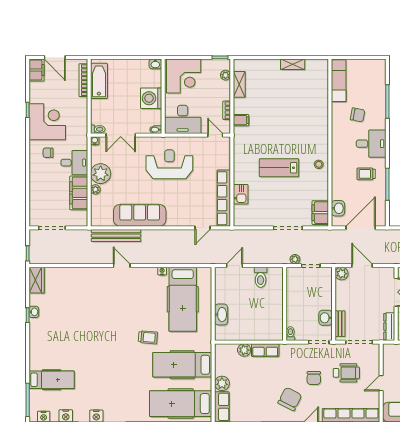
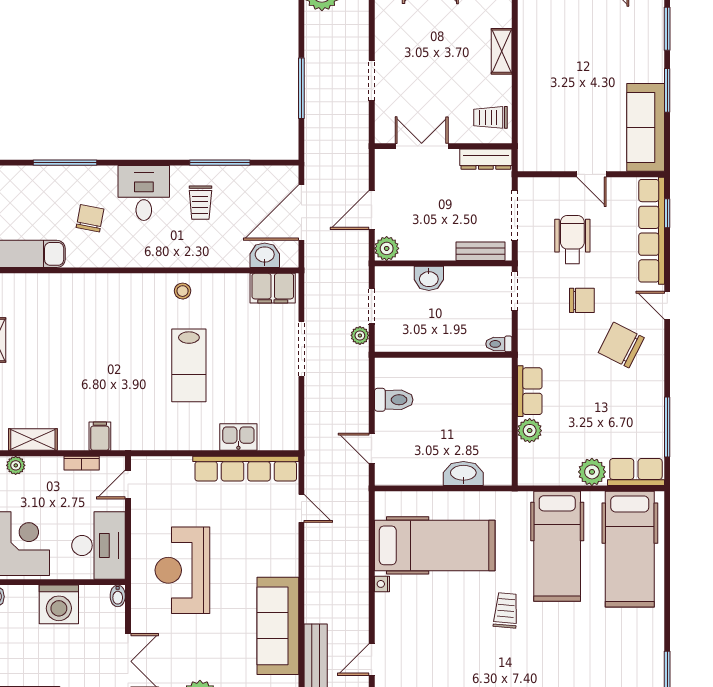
door: (361, 228) -> (301, 213), hinge flipped
washbasin: (325, 318) -> (429, 278), moved

